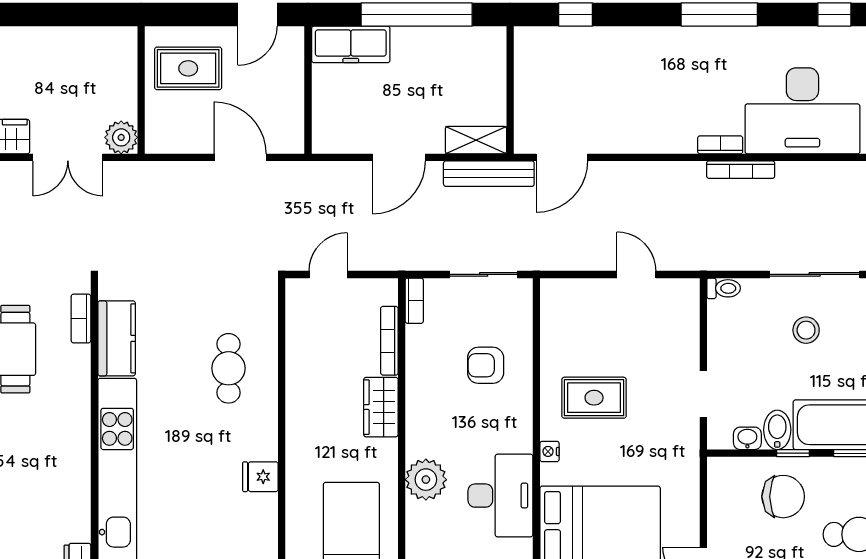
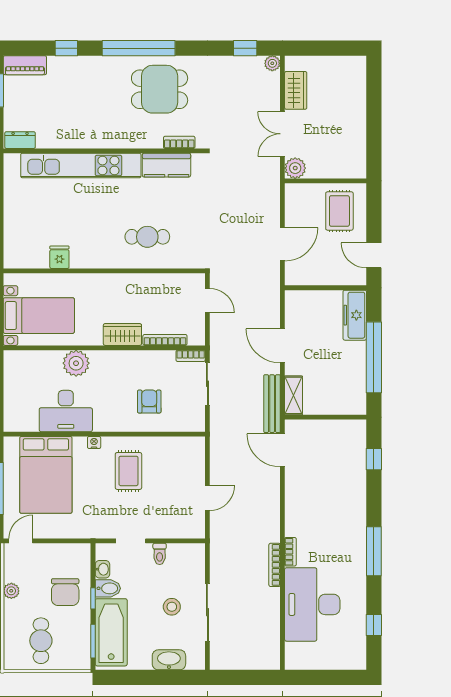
sliding door: (484, 274) -> (207, 384), moved
toilet: (724, 288) -> (160, 554), moved
fridge: (260, 477) -> (59, 257), moved

